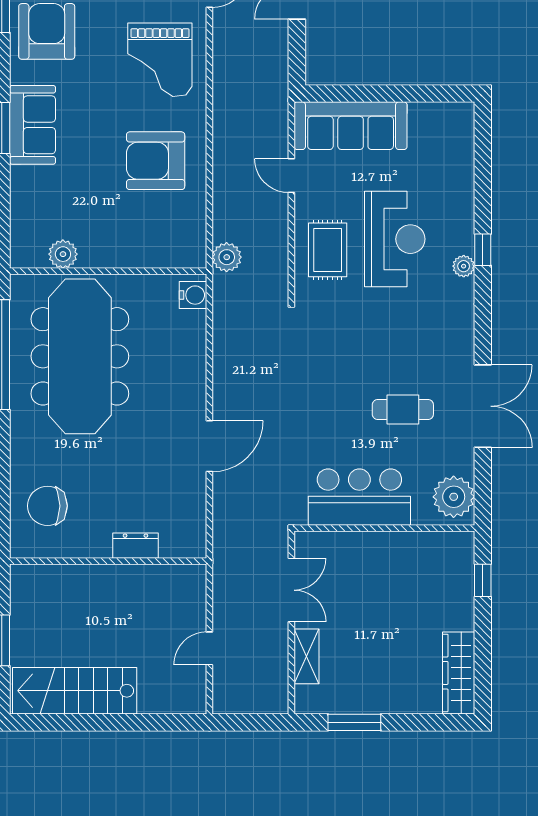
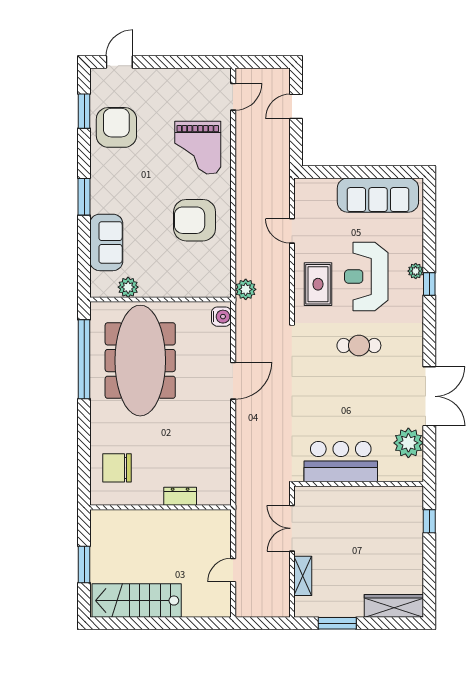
sofa: (33, 125) -> (106, 242), moved
sofa: (351, 126) -> (378, 195), moved
reception desk: (395, 239) -> (366, 276), turned 180
plant: (464, 266) -> (416, 271), moved
cafe table: (403, 409) -> (359, 346), moved
door: (209, 446) -> (233, 381), moved
plant: (454, 497) -> (408, 443), moved
double door: (291, 590) -> (292, 528), swing flipped
wardrobe: (459, 673) -> (394, 606), moved, turned 90

